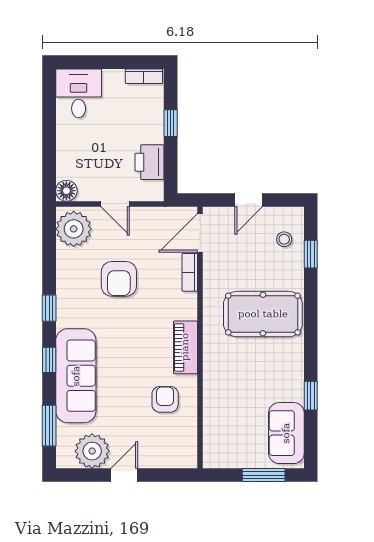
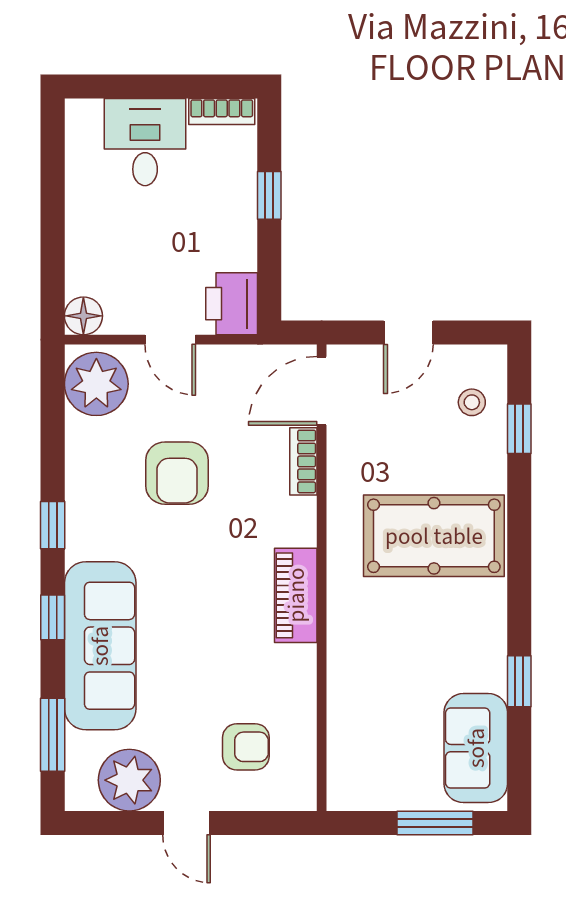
desk: (79, 93) -> (145, 142), moved
printer: (149, 162) -> (232, 304), moved
armchair: (165, 399) -> (246, 747), moved, turned 90
door: (124, 475) -> (187, 823), swing flipped

